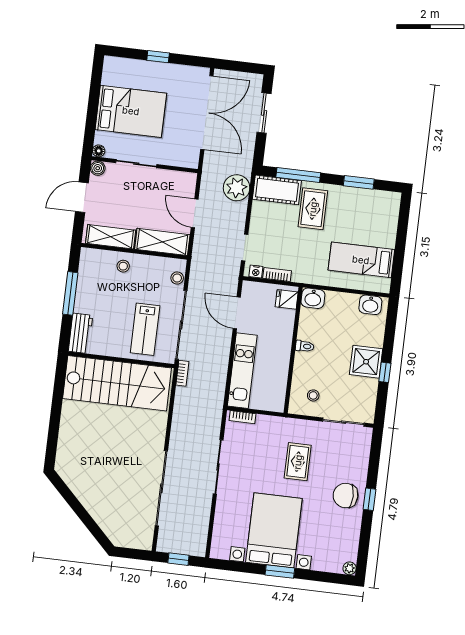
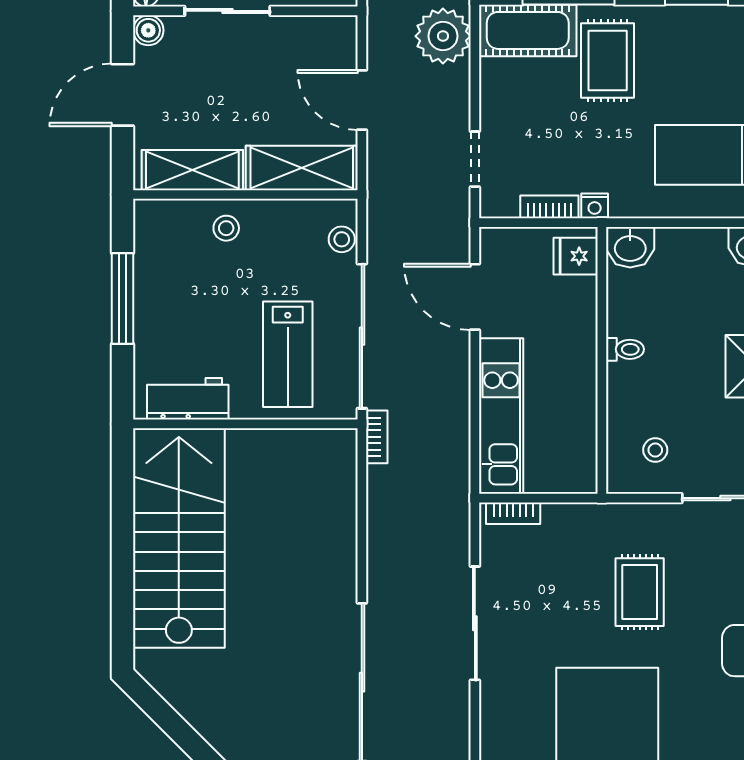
nightstand: (256, 272) -> (595, 206), moved
workbench: (81, 333) -> (188, 399), moved, turned -90
stairs: (117, 383) -> (179, 538), moved, turned -90

